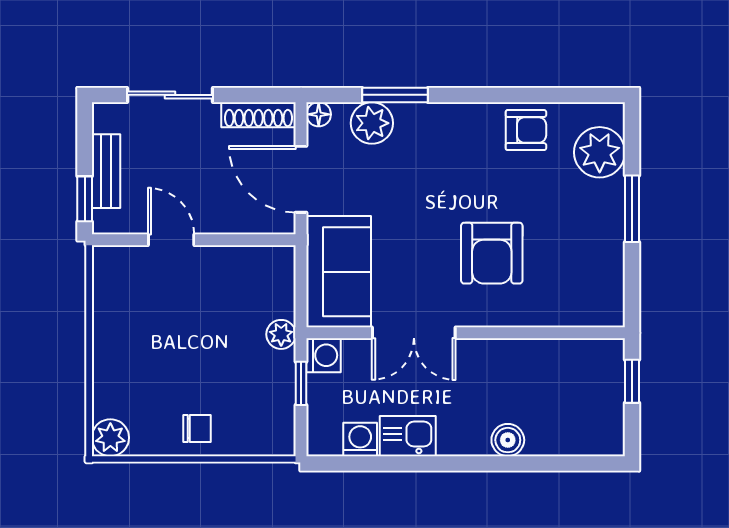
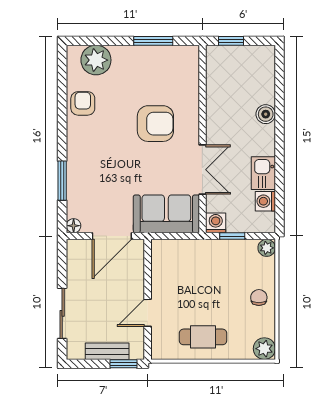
shoe rack: (259, 115) -> (74, 261), removed
plant: (372, 123) -> (79, 194), removed
window: (632, 209) -> (153, 41), moved
cafe table: (130, 334) -> (203, 337), added
plant: (281, 334) -> (267, 248), moved

